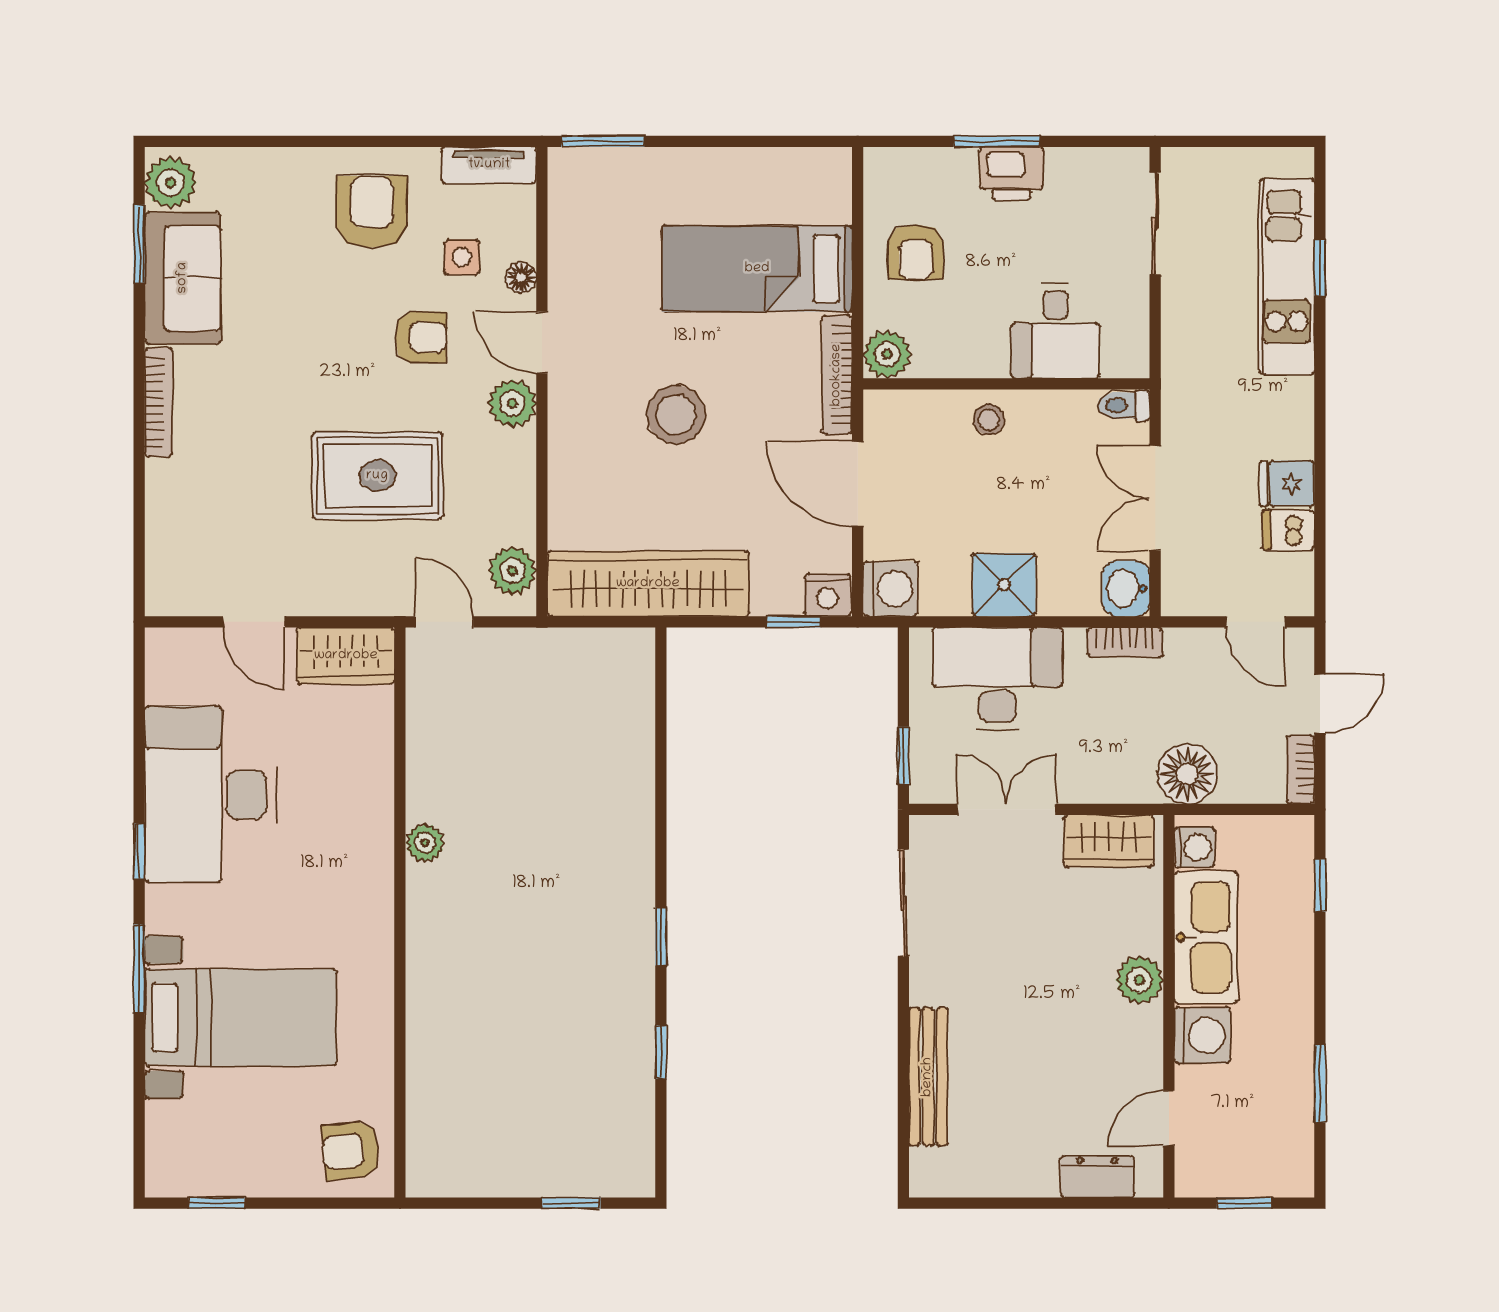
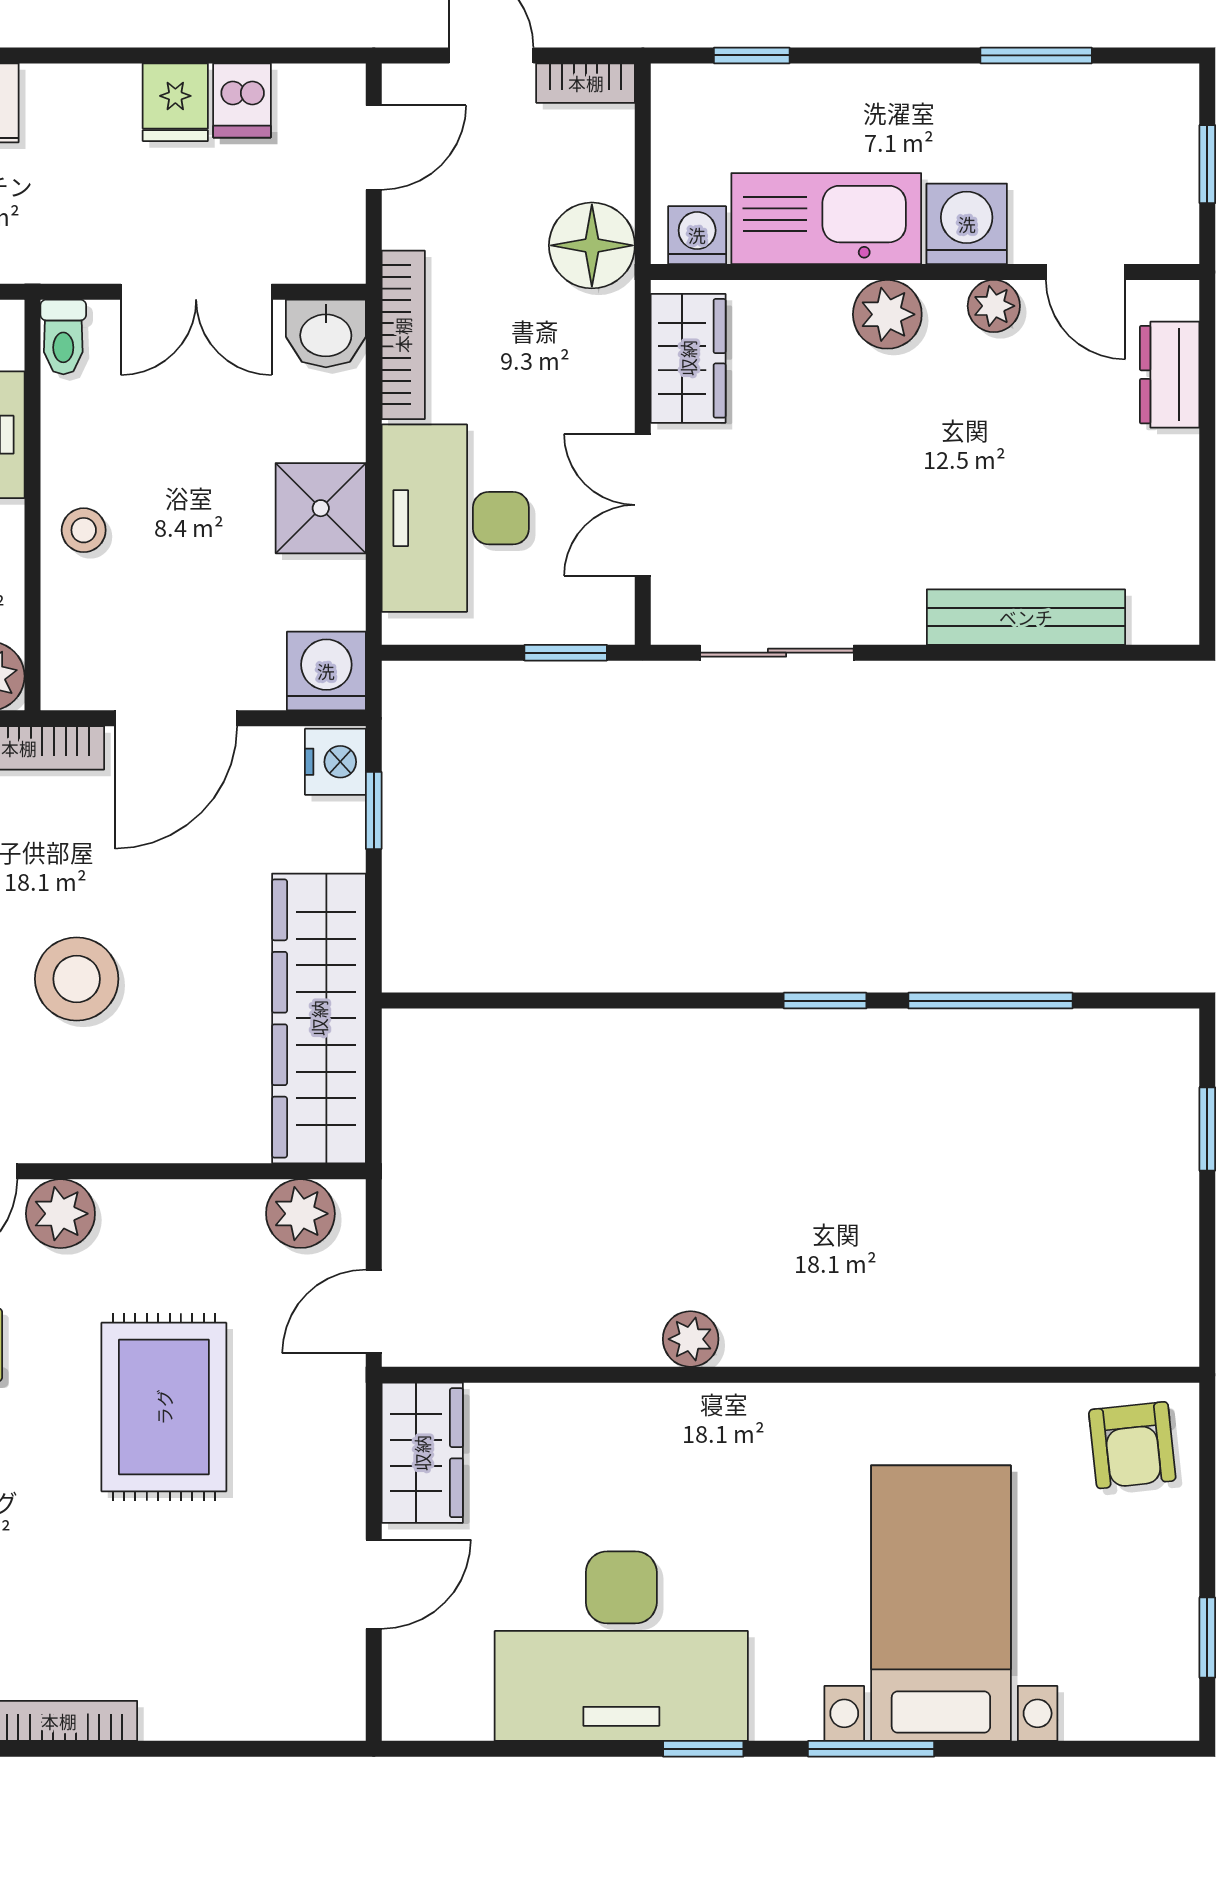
bookcase: (1125, 642) -> (403, 335), width x1.56
window: (661, 1052) -> (990, 1001), width x2.17
plant: (1145, 1054) -> (994, 306), added

